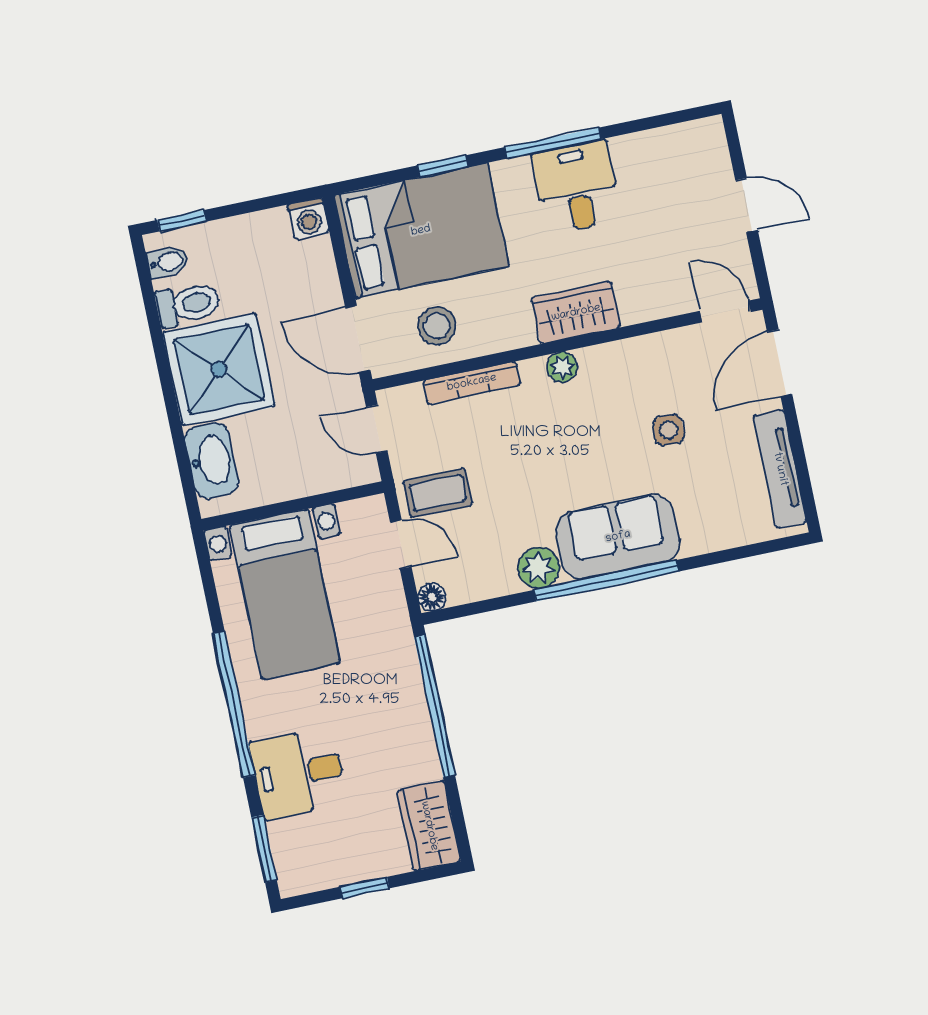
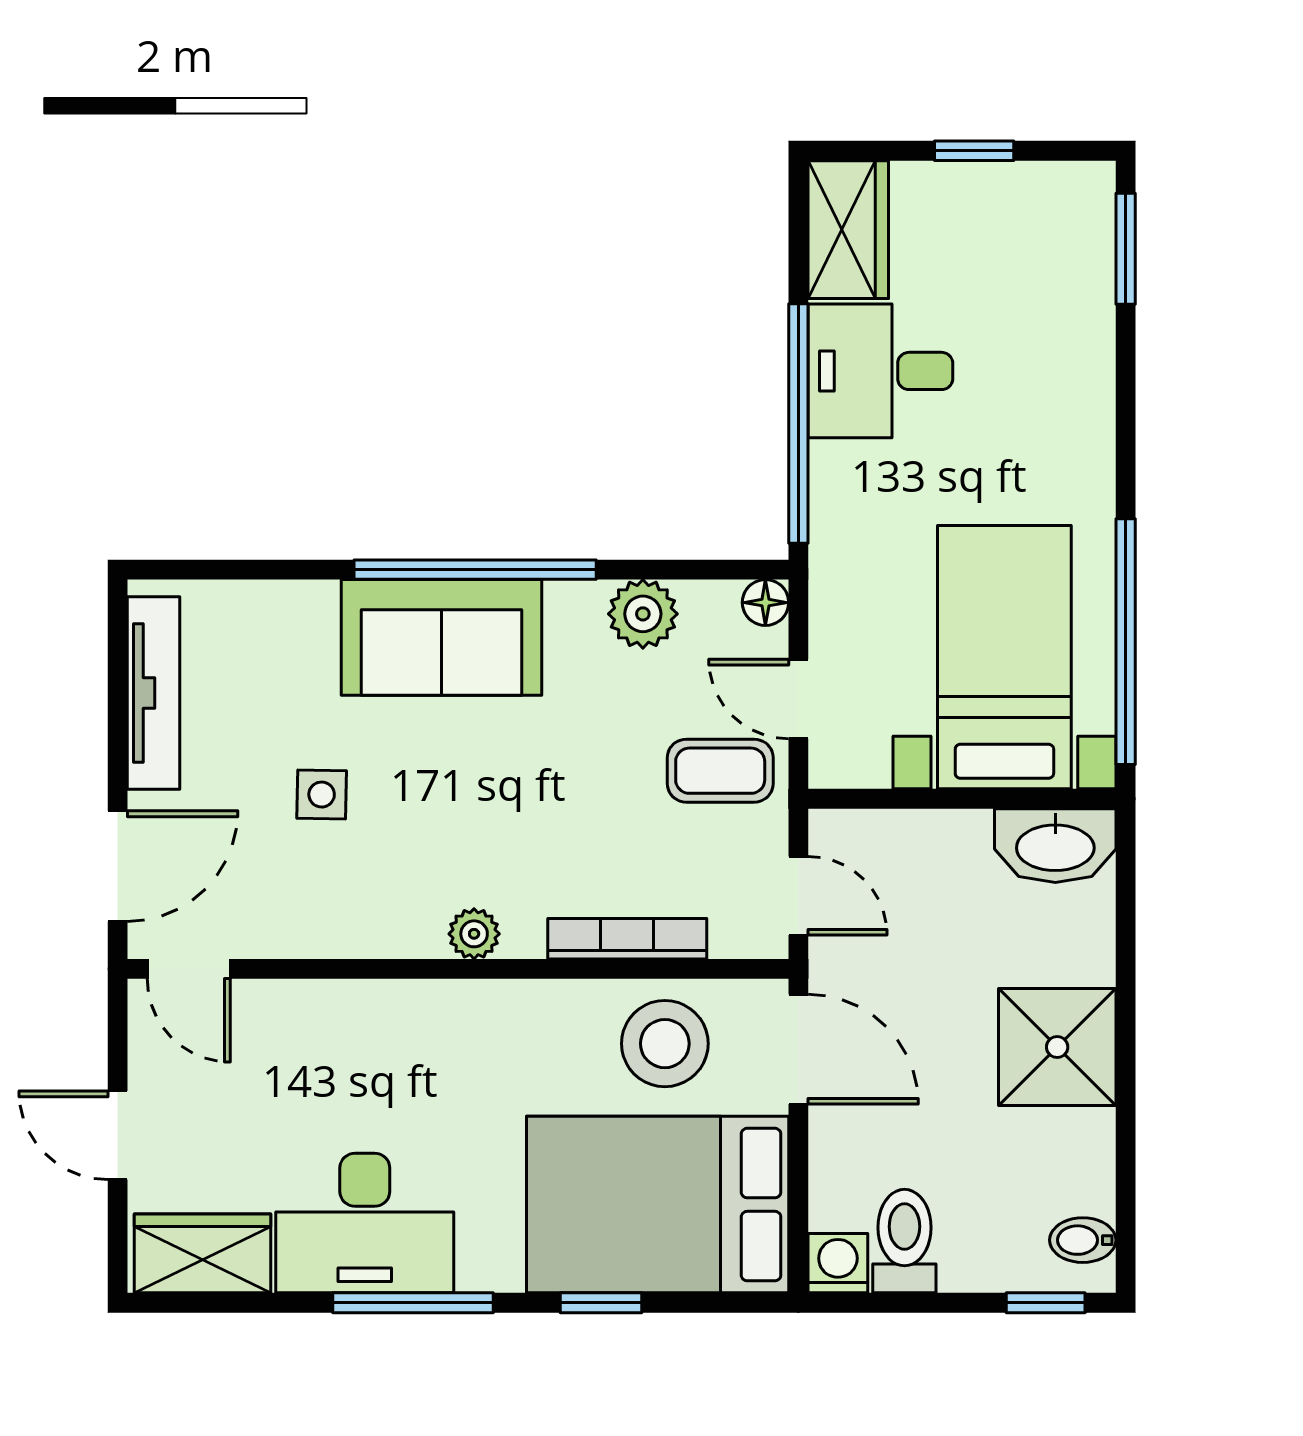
desk: (577, 187) -> (365, 1223), width x1.37
toilet: (188, 304) -> (904, 1241), moved, turned 90
wardrobe: (576, 313) -> (203, 1253), moved, turned 180
stool: (437, 326) -> (665, 1044), width x1.38, depth x1.38
shower: (219, 369) -> (1057, 1047), width x0.73, depth x0.73
washbasin: (212, 460) -> (1055, 846), moved, turned -90
plant: (539, 568) -> (643, 614), moved
window: (234, 705) -> (1126, 642), moved
desk: (298, 773) -> (880, 371), moved, turned 180

